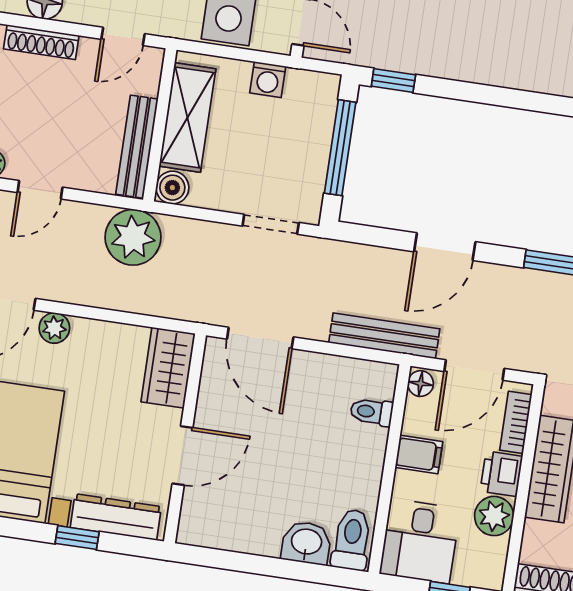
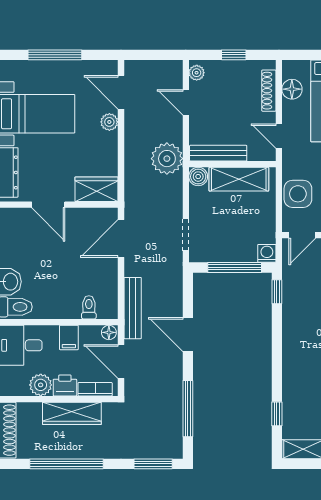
washing machine: (268, 80) -> (267, 253), moved, turned 90

